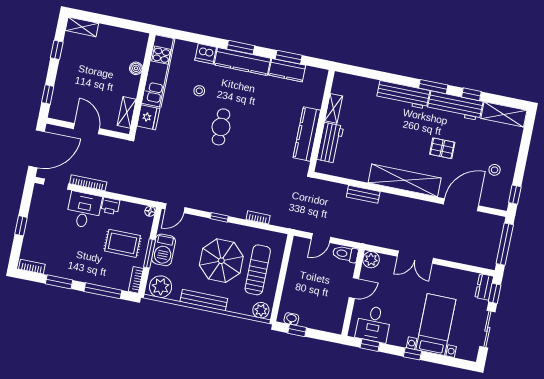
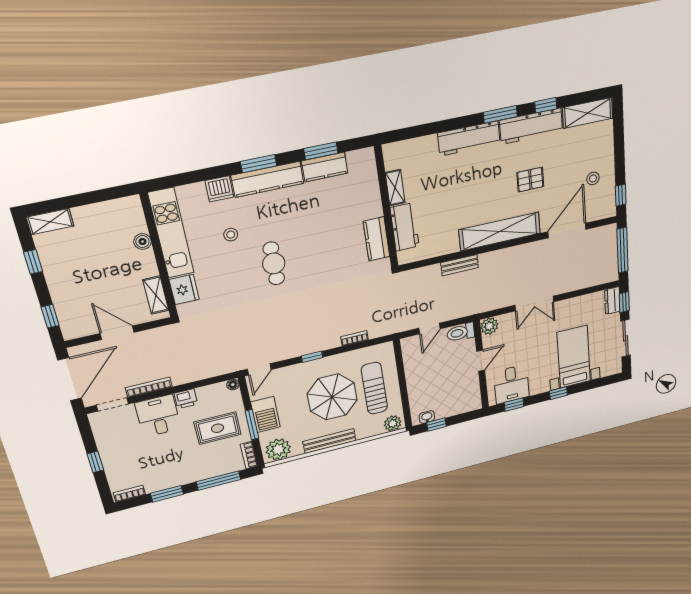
kitchen counter: (307, 134) -> (376, 239), width x0.67

